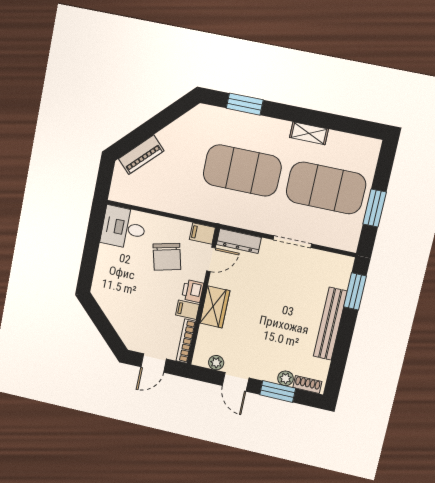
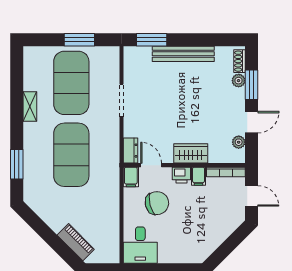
dresser: (239, 241) -> (130, 151), width x0.70

